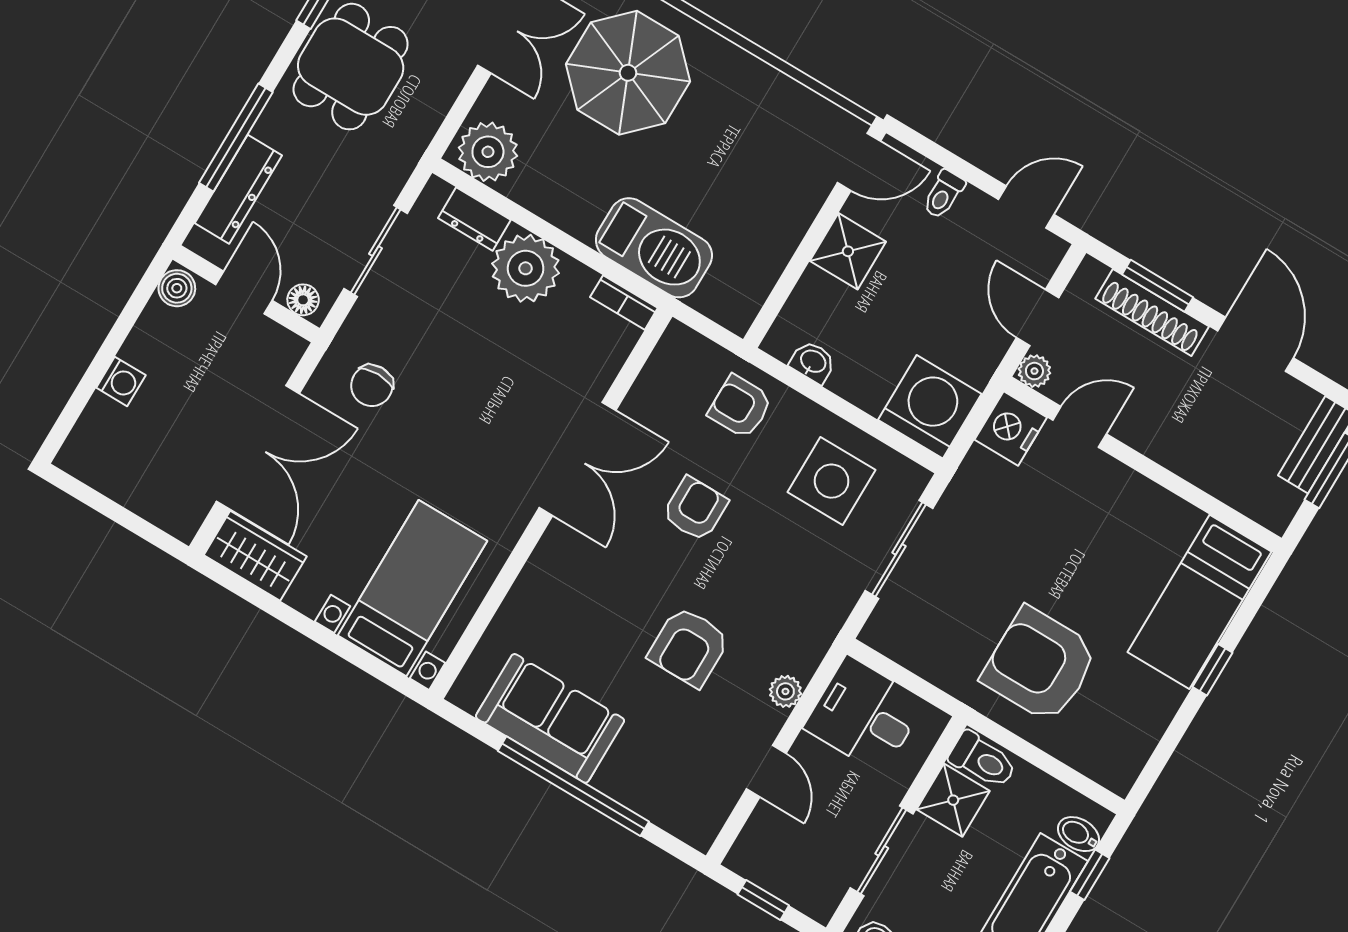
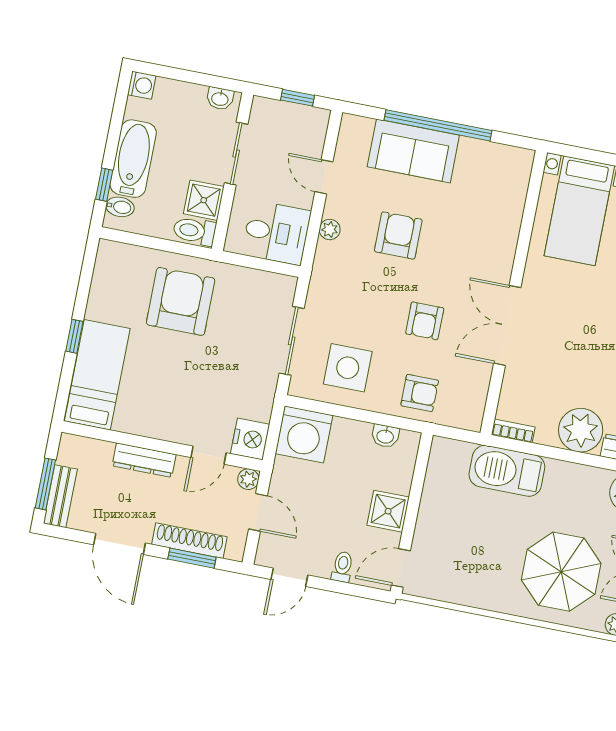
dresser: (1176, 453) -> (144, 460), added
armchair: (1040, 665) -> (181, 301), turned -90
sofa: (550, 718) -> (413, 151), moved

